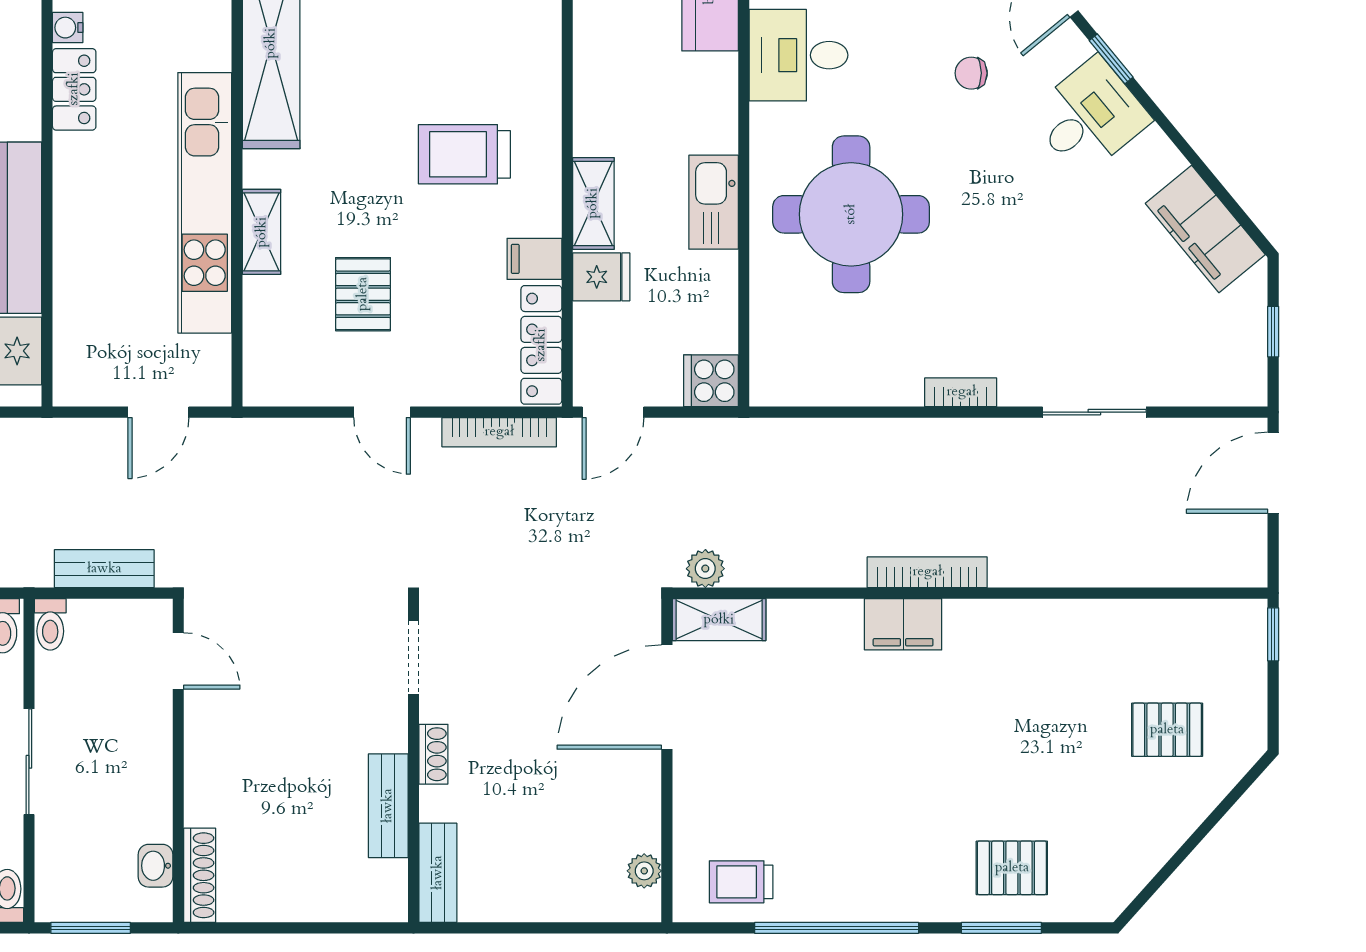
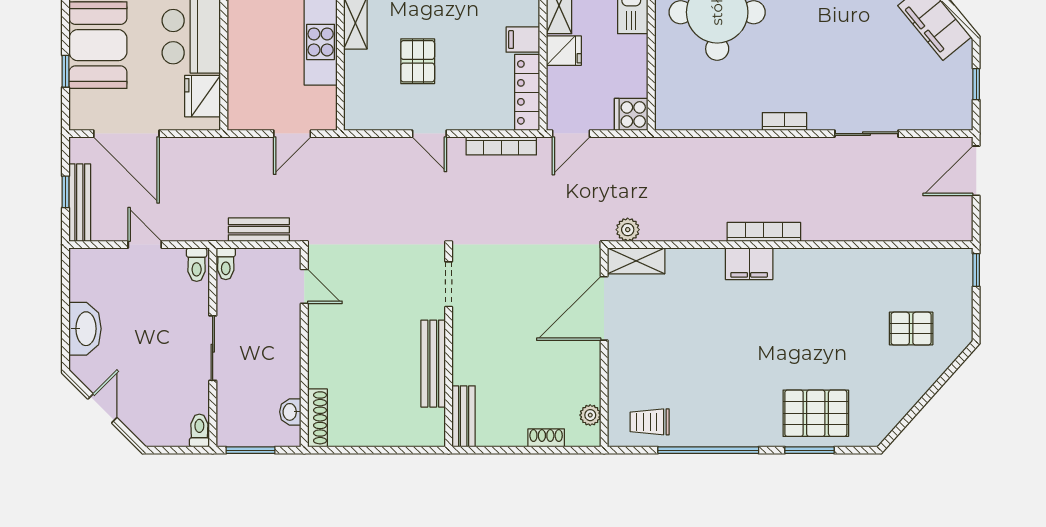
shoe rack: (433, 754) -> (546, 438), moved, turned -90
bench: (388, 806) -> (433, 364), width x1.36
pallet: (1012, 868) -> (816, 413), width x1.50, depth x1.42

